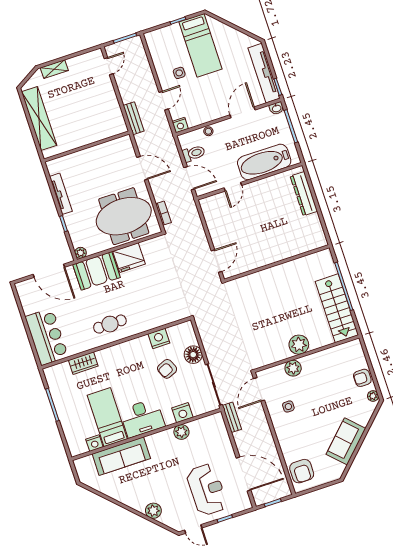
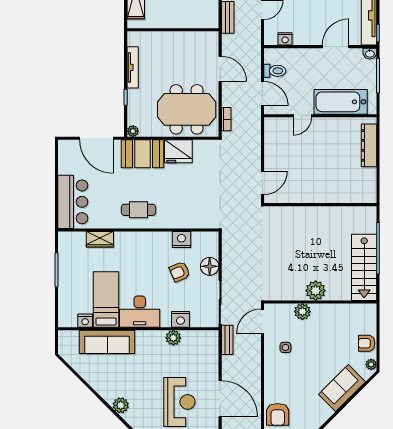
nightstand: (180, 125) -> (285, 39), moved
stool: (208, 131) -> (296, 54), removed
sofa: (346, 441) -> (342, 388), moved

